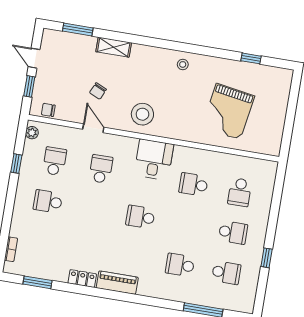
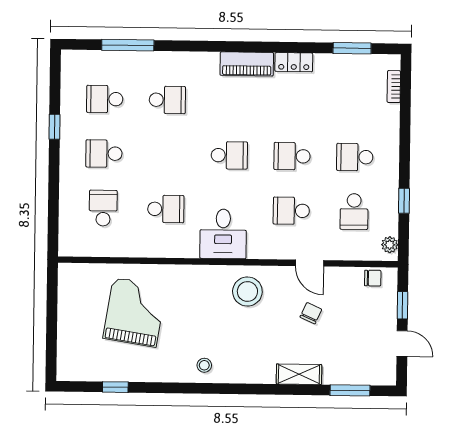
school desk: (101, 169) -> (291, 211), turned 90
school desk: (48, 201) -> (355, 157), turned 180
school desk: (94, 209) -> (292, 156), added

